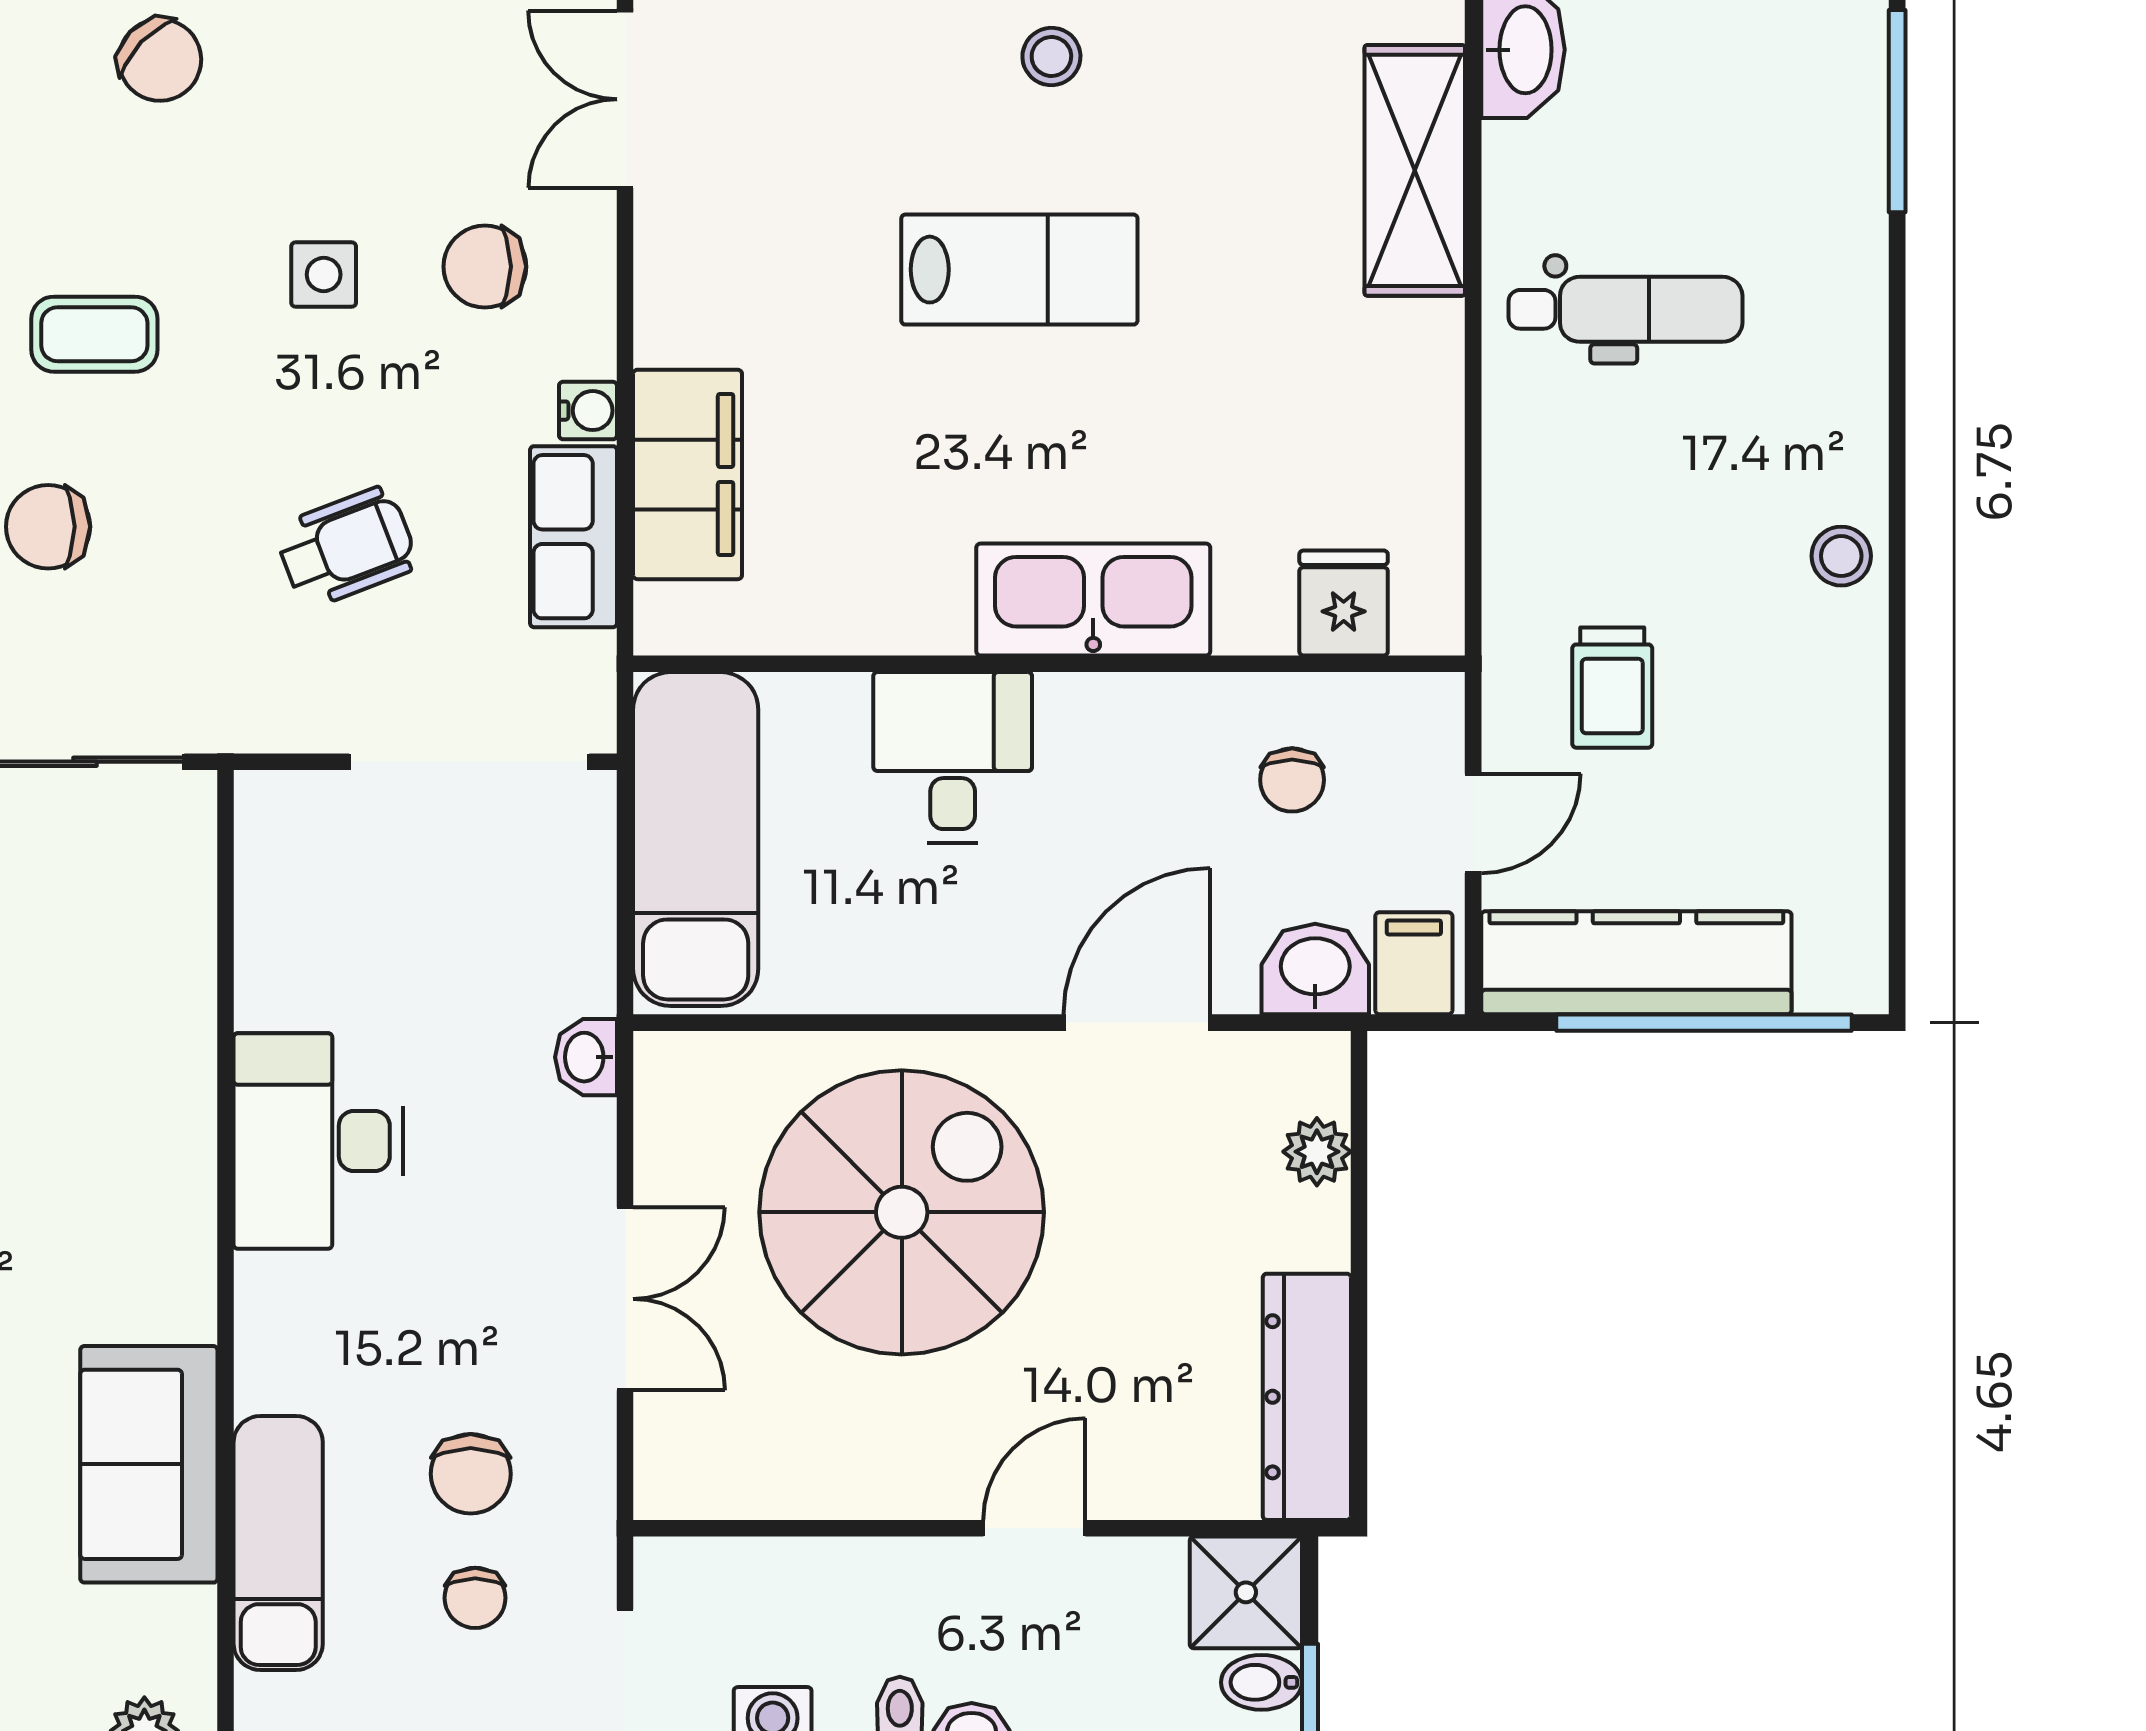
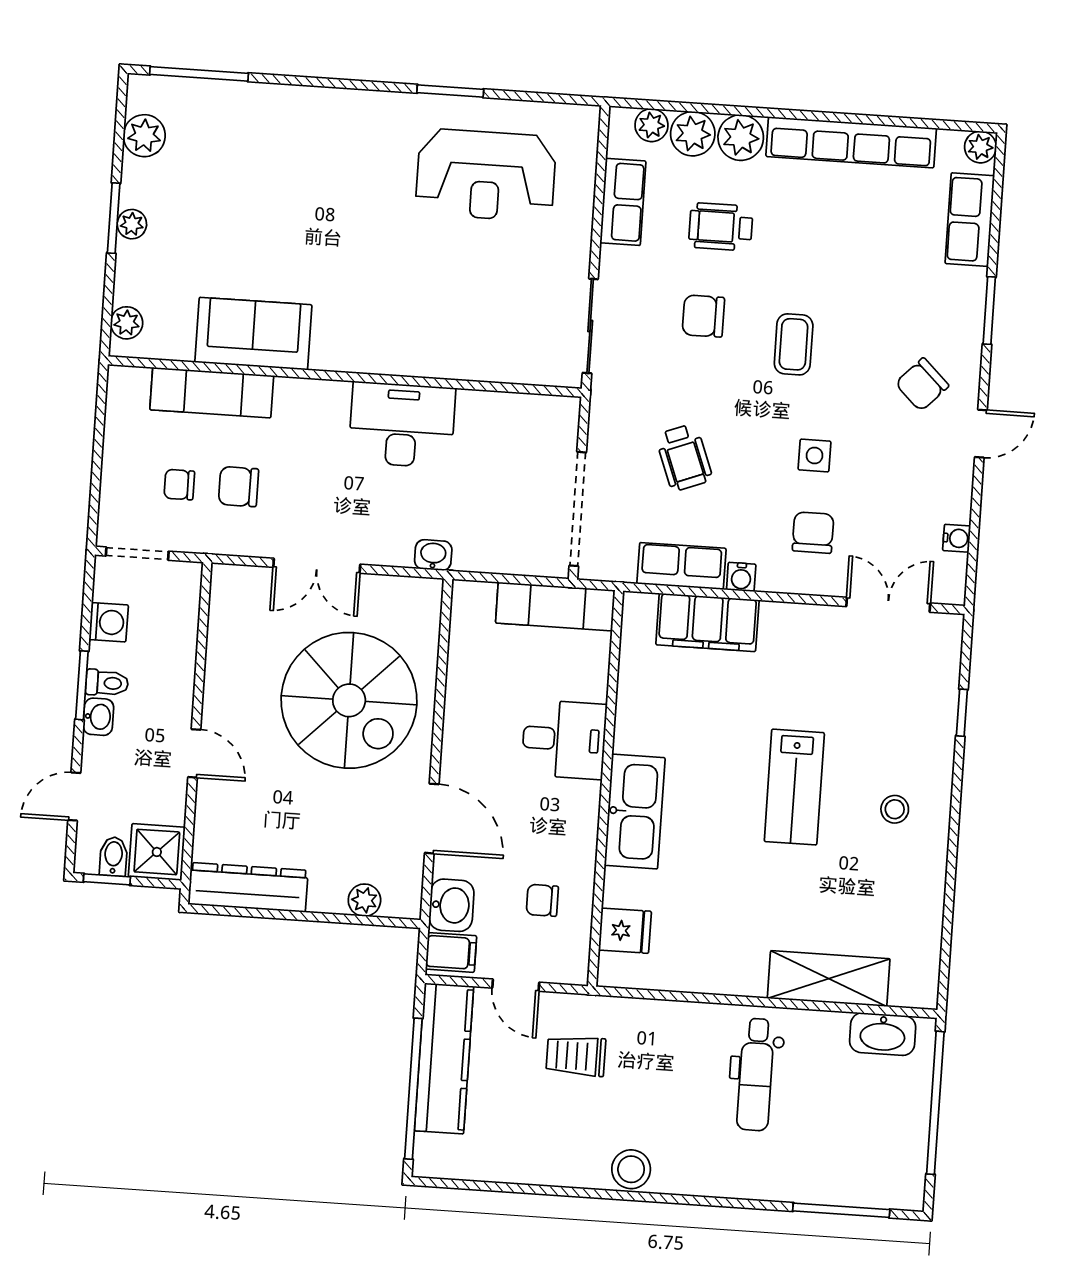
chair: (48, 527) -> (703, 316), turned -90
stool: (1841, 556) -> (631, 1169), width x1.37, depth x1.37
exam couch: (696, 839) -> (555, 607), width x0.73, depth x0.69

